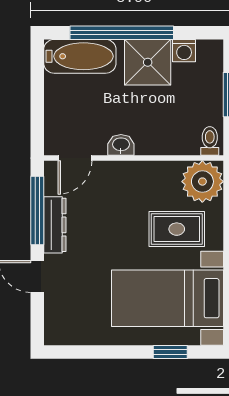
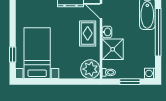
washing machine: (184, 51) -> (150, 73), moved
shower: (148, 62) -> (113, 49), moved
rug: (177, 229) -> (88, 33), moved

